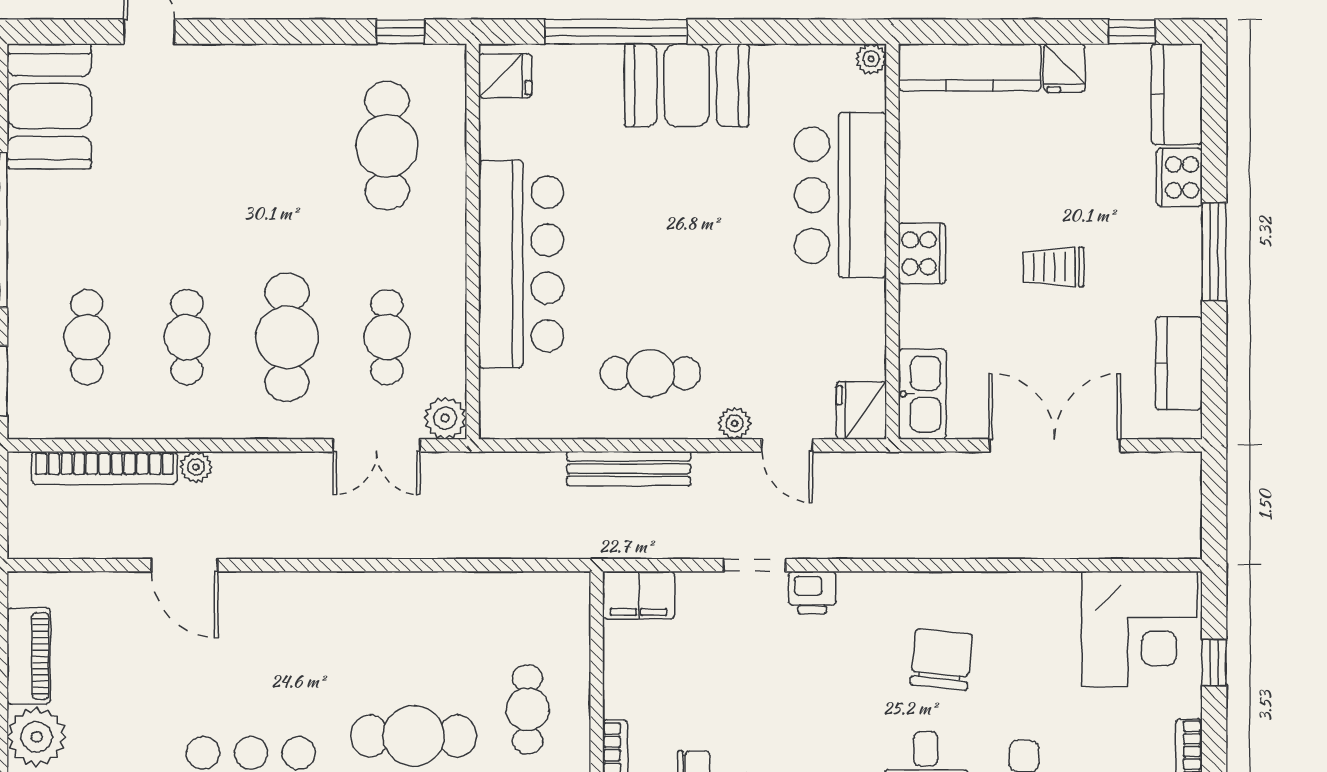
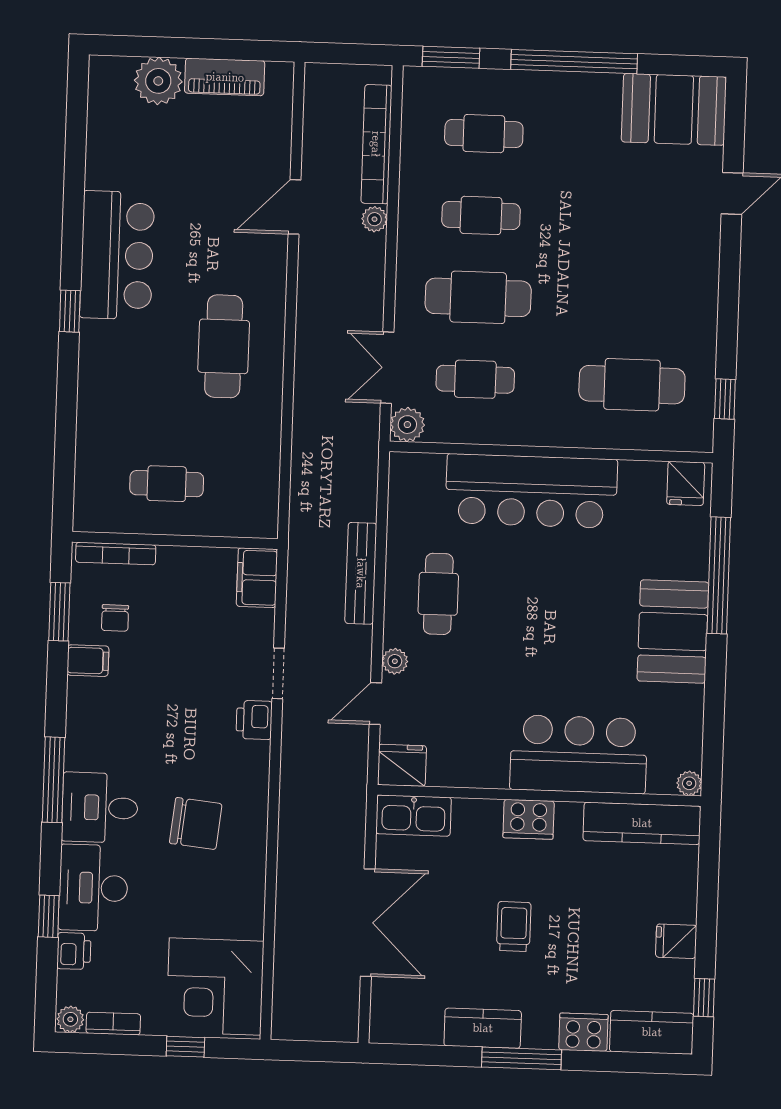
kitchen counter: (969, 67) -> (642, 823), moved, turned -90
kitchen counter: (1179, 363) -> (483, 1028), moved
cafe table: (414, 736) -> (224, 346), moved

